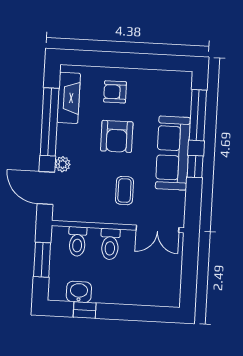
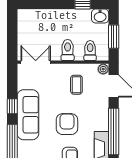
plant: (63, 164) -> (103, 69), moved
coffee table: (124, 191) -> (76, 85), moved
washbasin: (79, 292) -> (100, 16), moved

